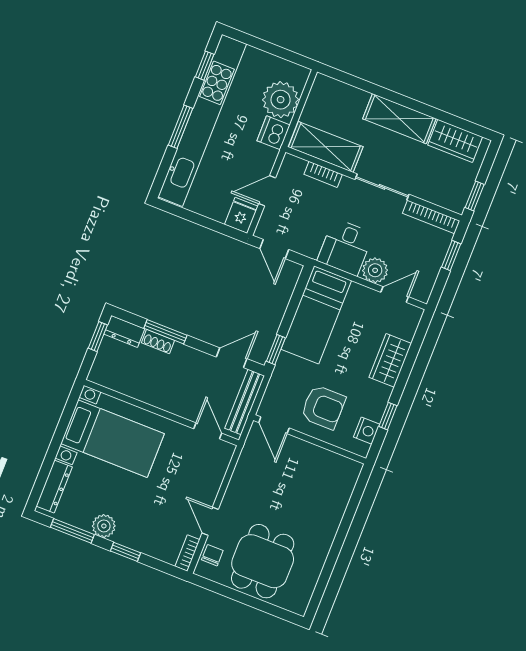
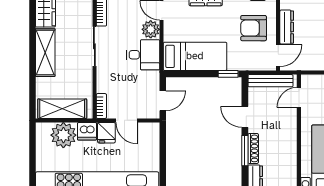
shelving: (326, 147) -> (62, 109), moved, turned 90
bookcase: (323, 174) -> (101, 106), moved
fridge: (241, 215) -> (106, 133), moved, turned -90
shoe rack: (158, 341) -> (253, 148), width x1.43
door: (232, 358) -> (245, 117), moved
armchair: (323, 407) -> (254, 28), turned -90
dresser: (307, 452) -> (287, 27), added

